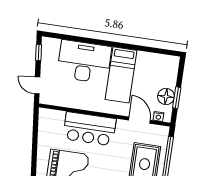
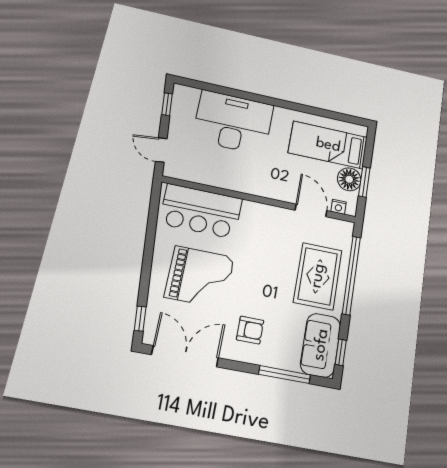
bed: (121, 75) -> (328, 145), moved, turned 90
bar counter: (89, 129) -> (201, 211), moved

